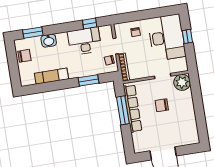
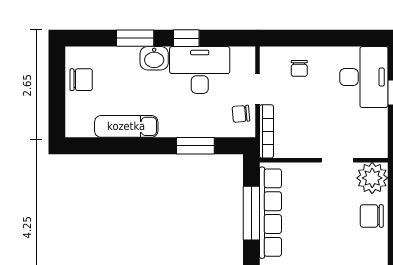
window: (90, 23) -> (186, 38), moved
window: (33, 33) -> (135, 38), moved
desk: (167, 37) -> (364, 77), width x0.73, depth x0.77
washbasin: (49, 41) -> (154, 58), moved
chair: (162, 105) -> (372, 216), moved

